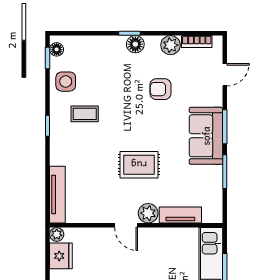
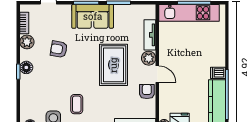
armchair: (160, 89) -> (59, 49), turned 100
rug: (139, 165) -> (113, 65), width x1.36, depth x1.43
armchair: (102, 211) -> (147, 91), added
door: (126, 225) -> (157, 74), hinge flipped

